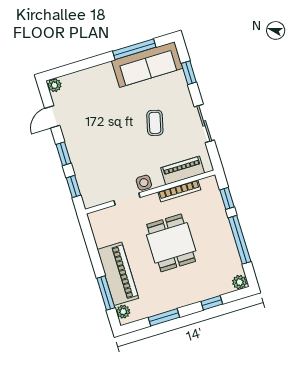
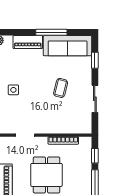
window: (134, 49) -> (51, 32), moved
piano: (183, 170) -> (28, 42), moved, turned 180
side table: (144, 183) -> (13, 90), moved

